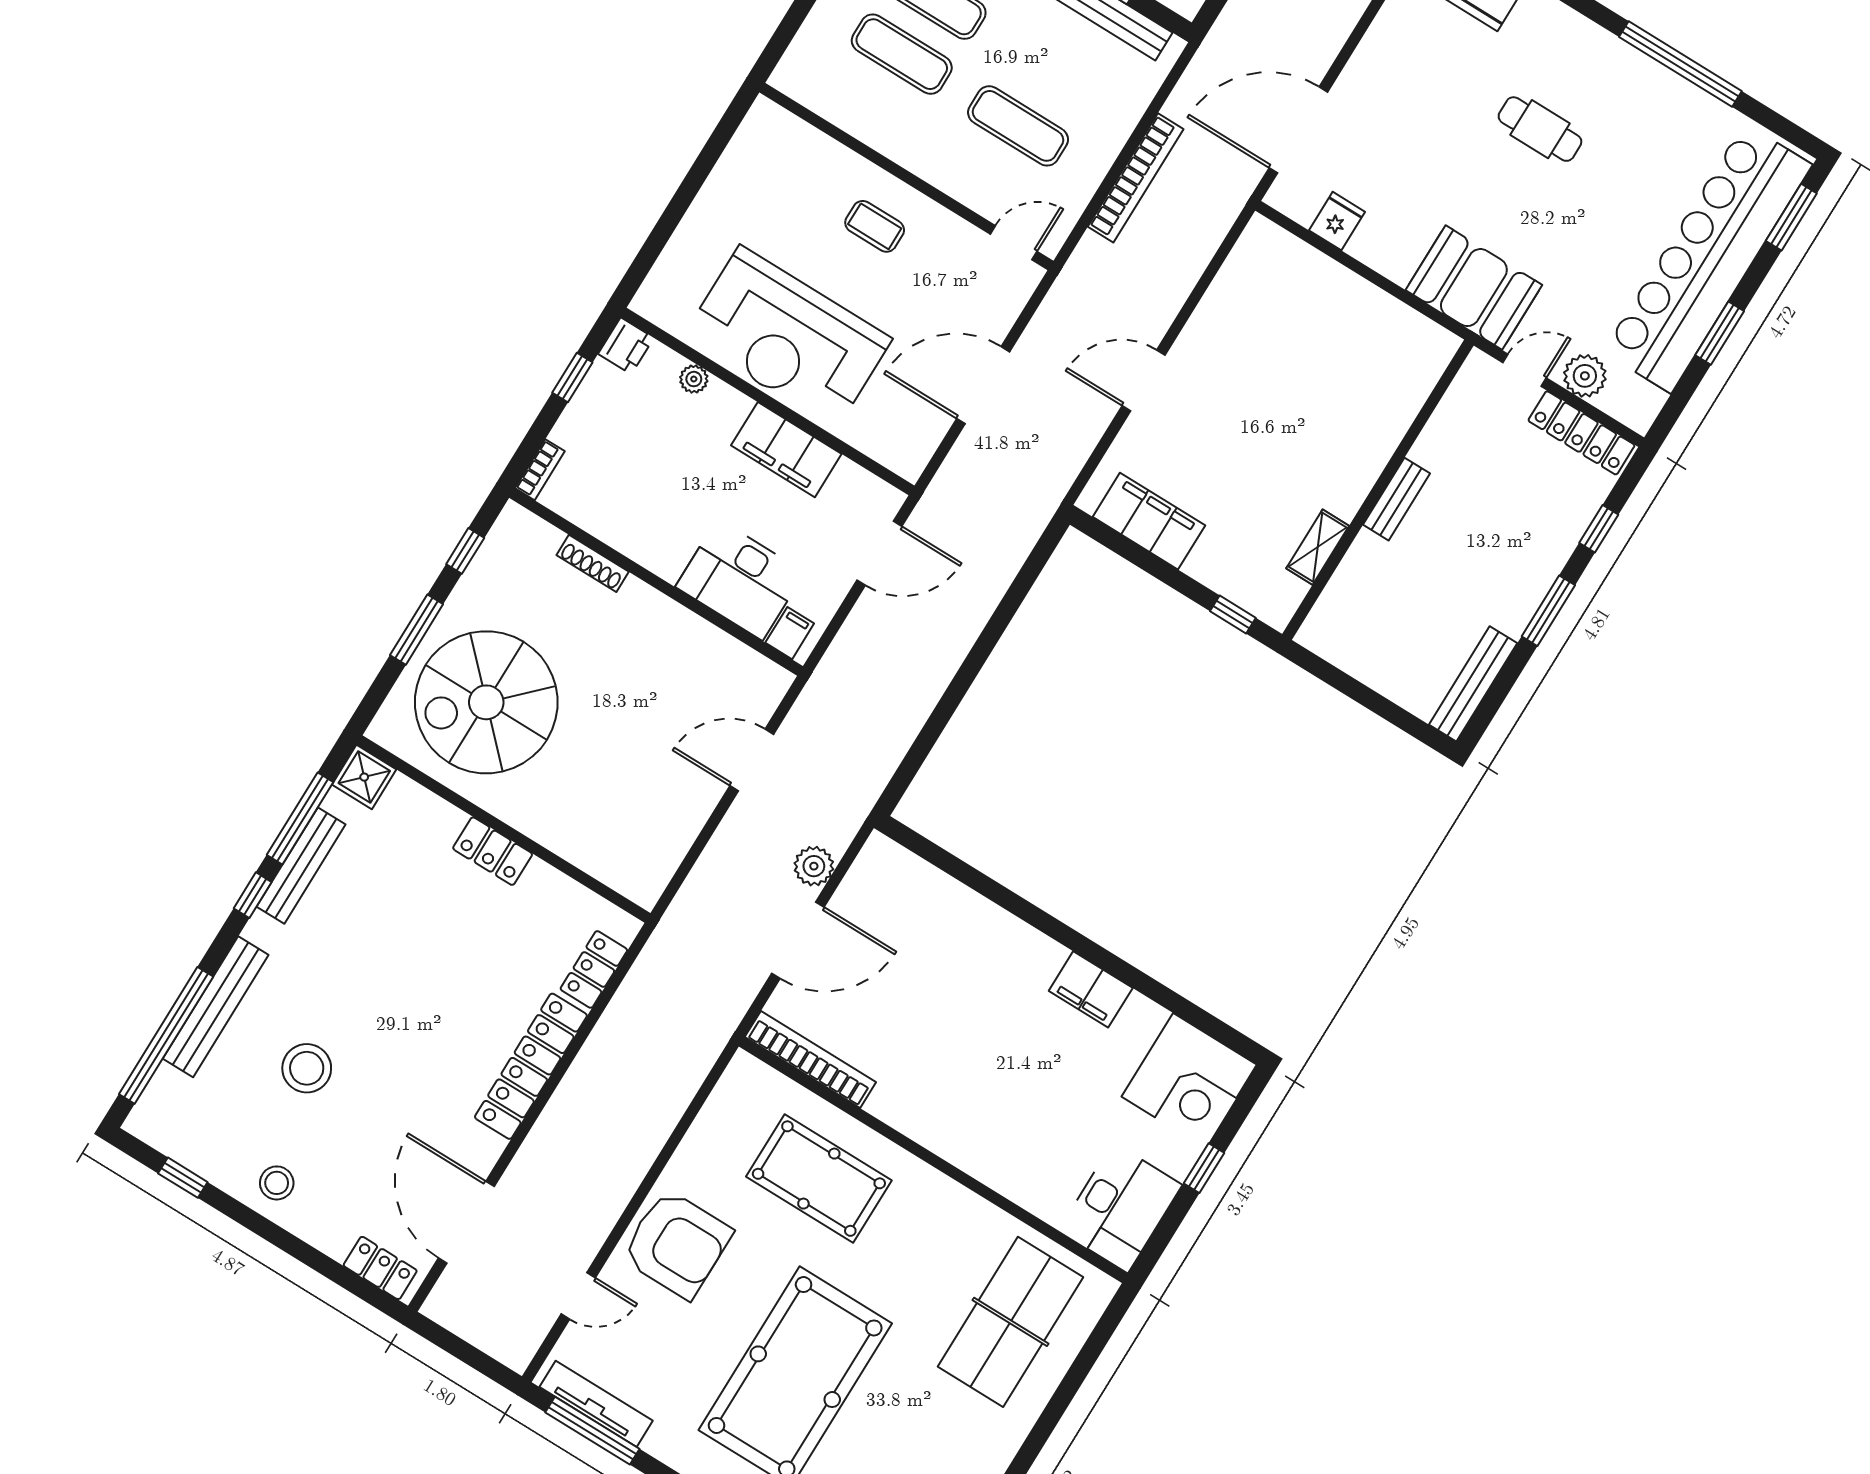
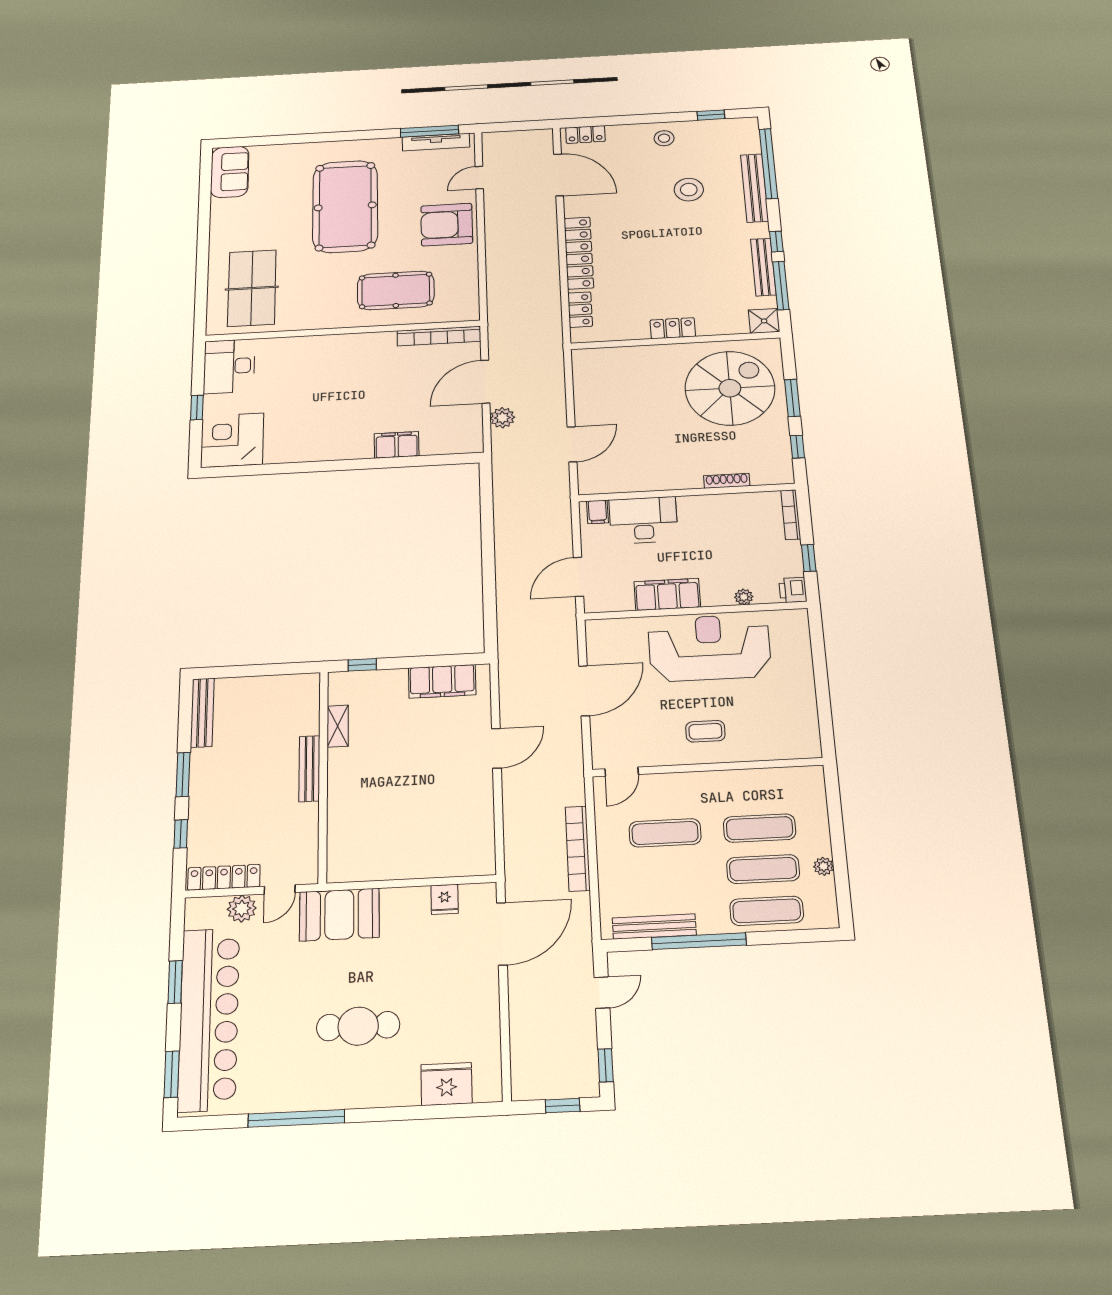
cafe table: (1540, 129) -> (358, 1026), width x1.37, depth x1.35
bookcase: (540, 470) -> (791, 515), width x1.56
bench: (1397, 499) -> (309, 769), width x1.36
filing cabinet: (1091, 989) -> (397, 445), moved

